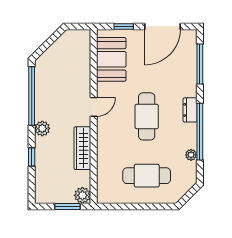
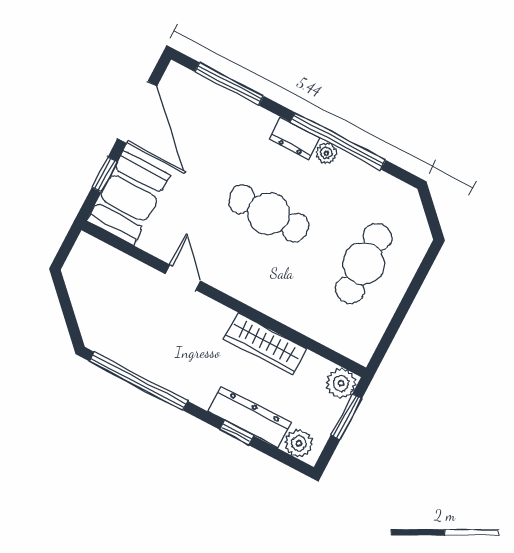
booth: (111, 59) -> (129, 198), moved, turned 90
door: (94, 107) -> (183, 277), moved
plant: (42, 128) -> (299, 443), moved
plant: (191, 155) -> (326, 153), moved
dresser: (42, 159) -> (249, 417), added

